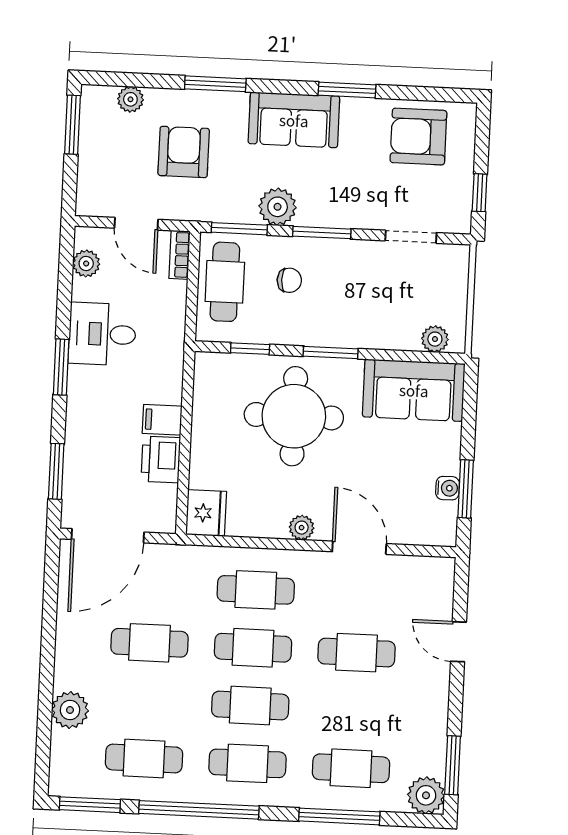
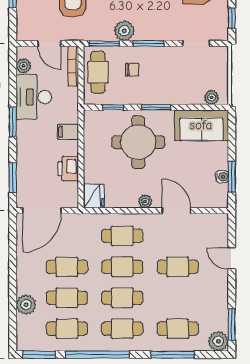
bookcase: (180, 255) -> (73, 66), width x1.56
desk: (102, 334) -> (34, 97), width x1.37
filing cabinet: (162, 420) -> (68, 132), moved
cafe table: (147, 701) -> (67, 298), added

